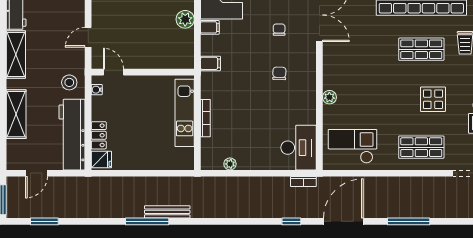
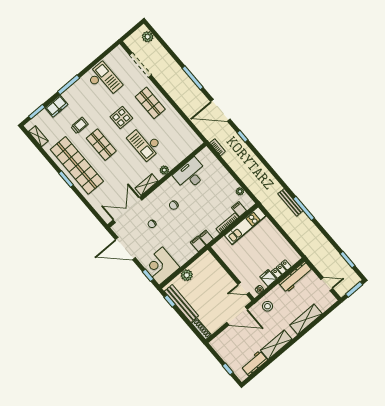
filing cabinet: (210, 27) -> (206, 238), moved
door: (88, 37) -> (237, 316), width x1.87
shelving: (330, 62) -> (147, 185), added
door: (113, 72) -> (244, 289), hinge flipped
kitchen unit: (185, 113) -> (245, 226), moved
workbench: (72, 135) -> (296, 277), width x0.73, depth x0.76
filing cabinet: (210, 145) -> (239, 209), added
checkout: (353, 146) -> (145, 143), moved
desk: (299, 148) -> (190, 174), moved
fridge: (101, 159) -> (268, 278), moved

